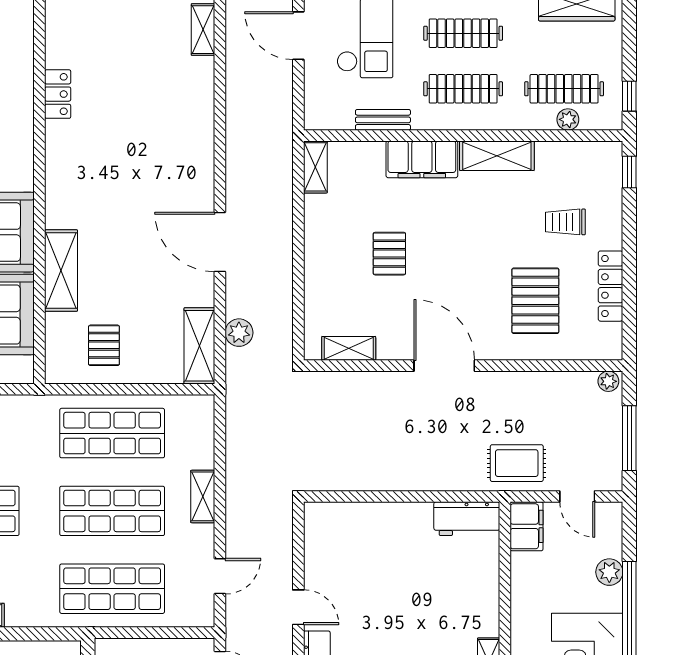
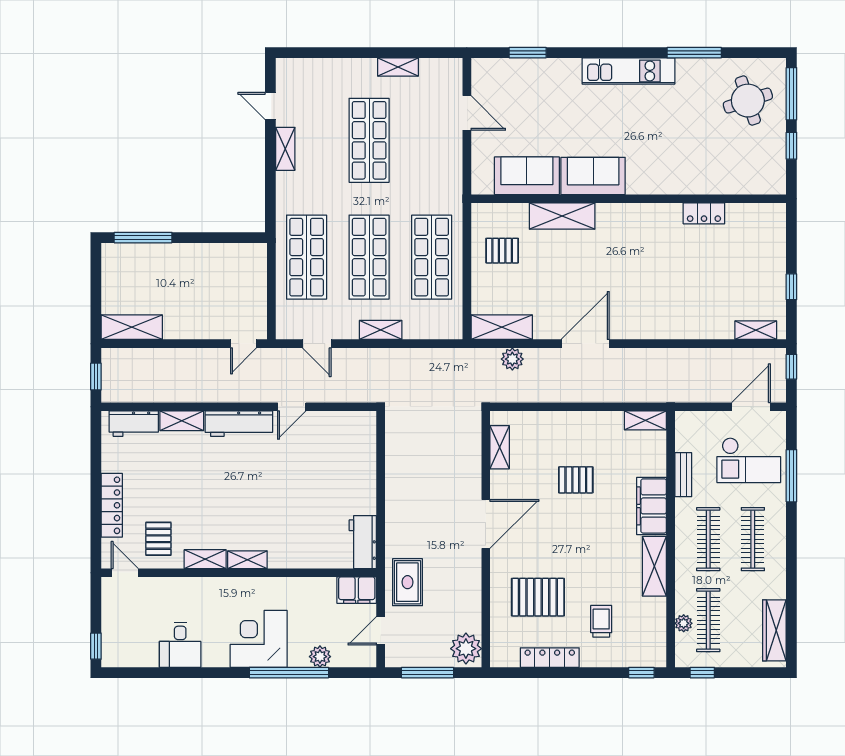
plant: (608, 381) -> (466, 649), width x1.88, depth x1.88

